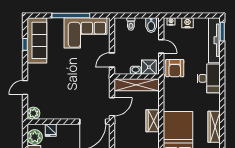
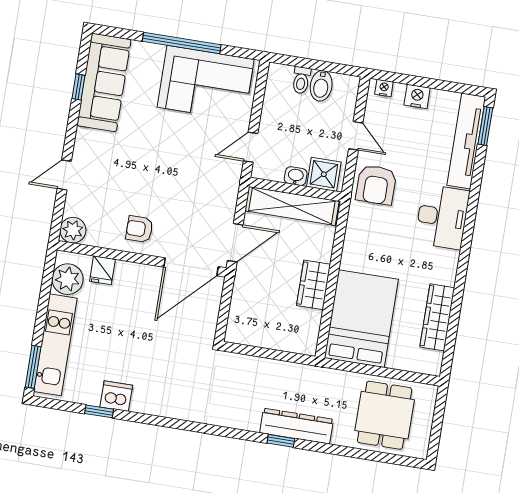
bidet: (151, 25) -> (321, 86), moved
armchair: (65, 108) -> (139, 229), added

